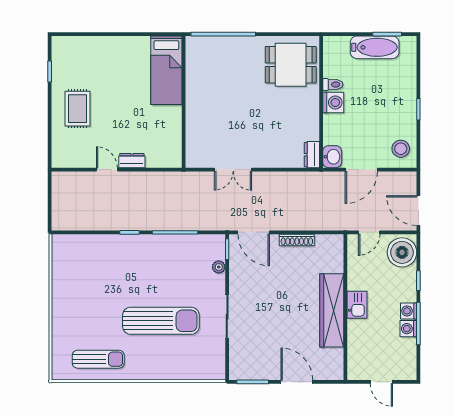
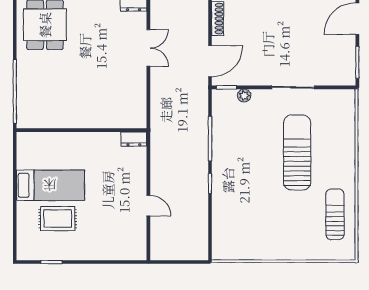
bed: (166, 70) -> (50, 185), moved
rug: (78, 109) -> (58, 219), moved
dresser: (132, 161) -> (134, 139), moved, turned -90
door: (107, 170) -> (148, 206), swing flipped
double door: (233, 170) -> (148, 48), moved

